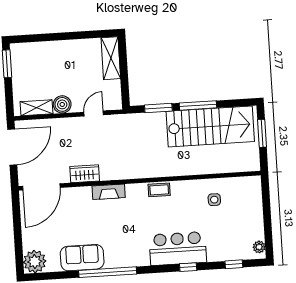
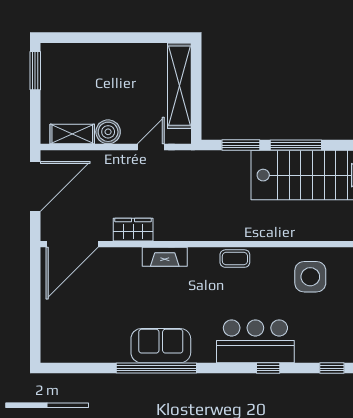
shelving: (111, 58) -> (179, 86), width x1.47
side table: (214, 200) -> (310, 277), width x1.87, depth x1.87
sofa: (82, 258) -> (161, 346), moved
plant: (35, 262) -> (56, 347), removed

